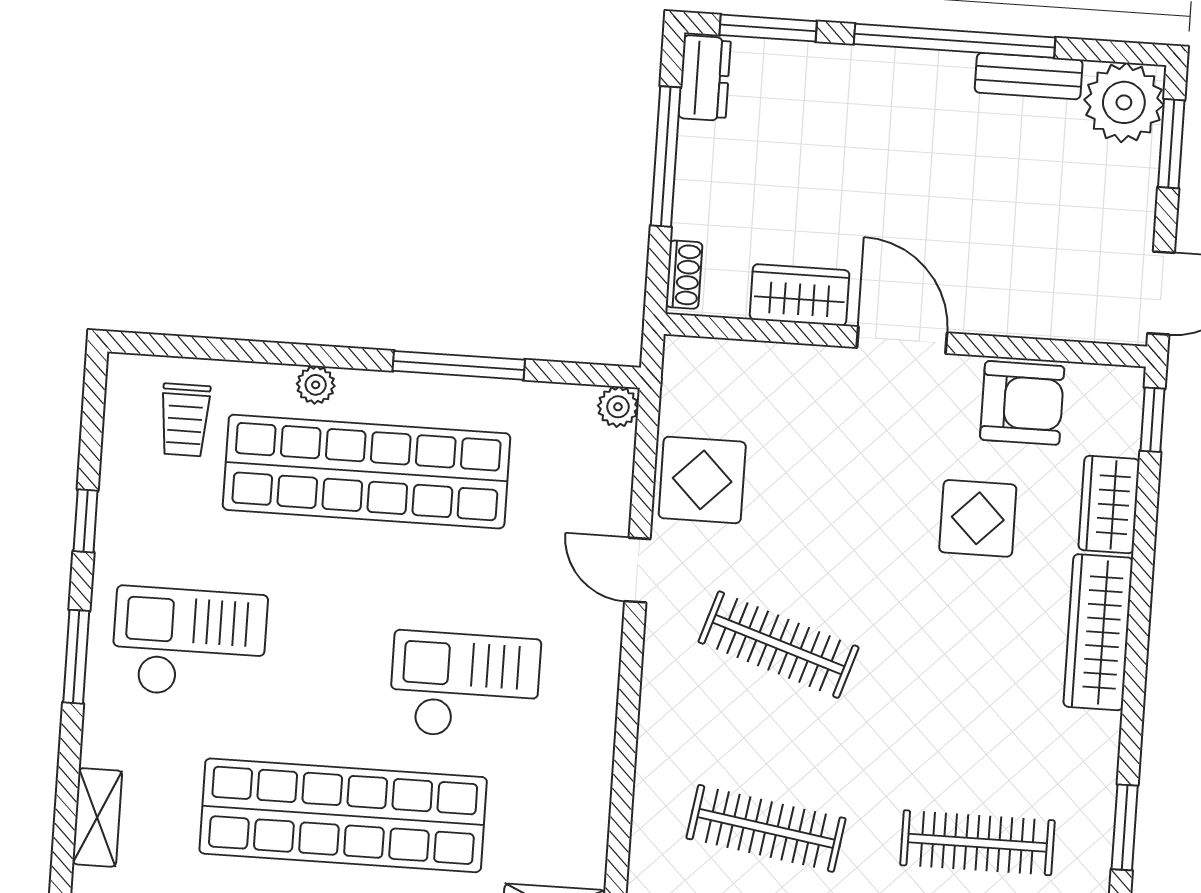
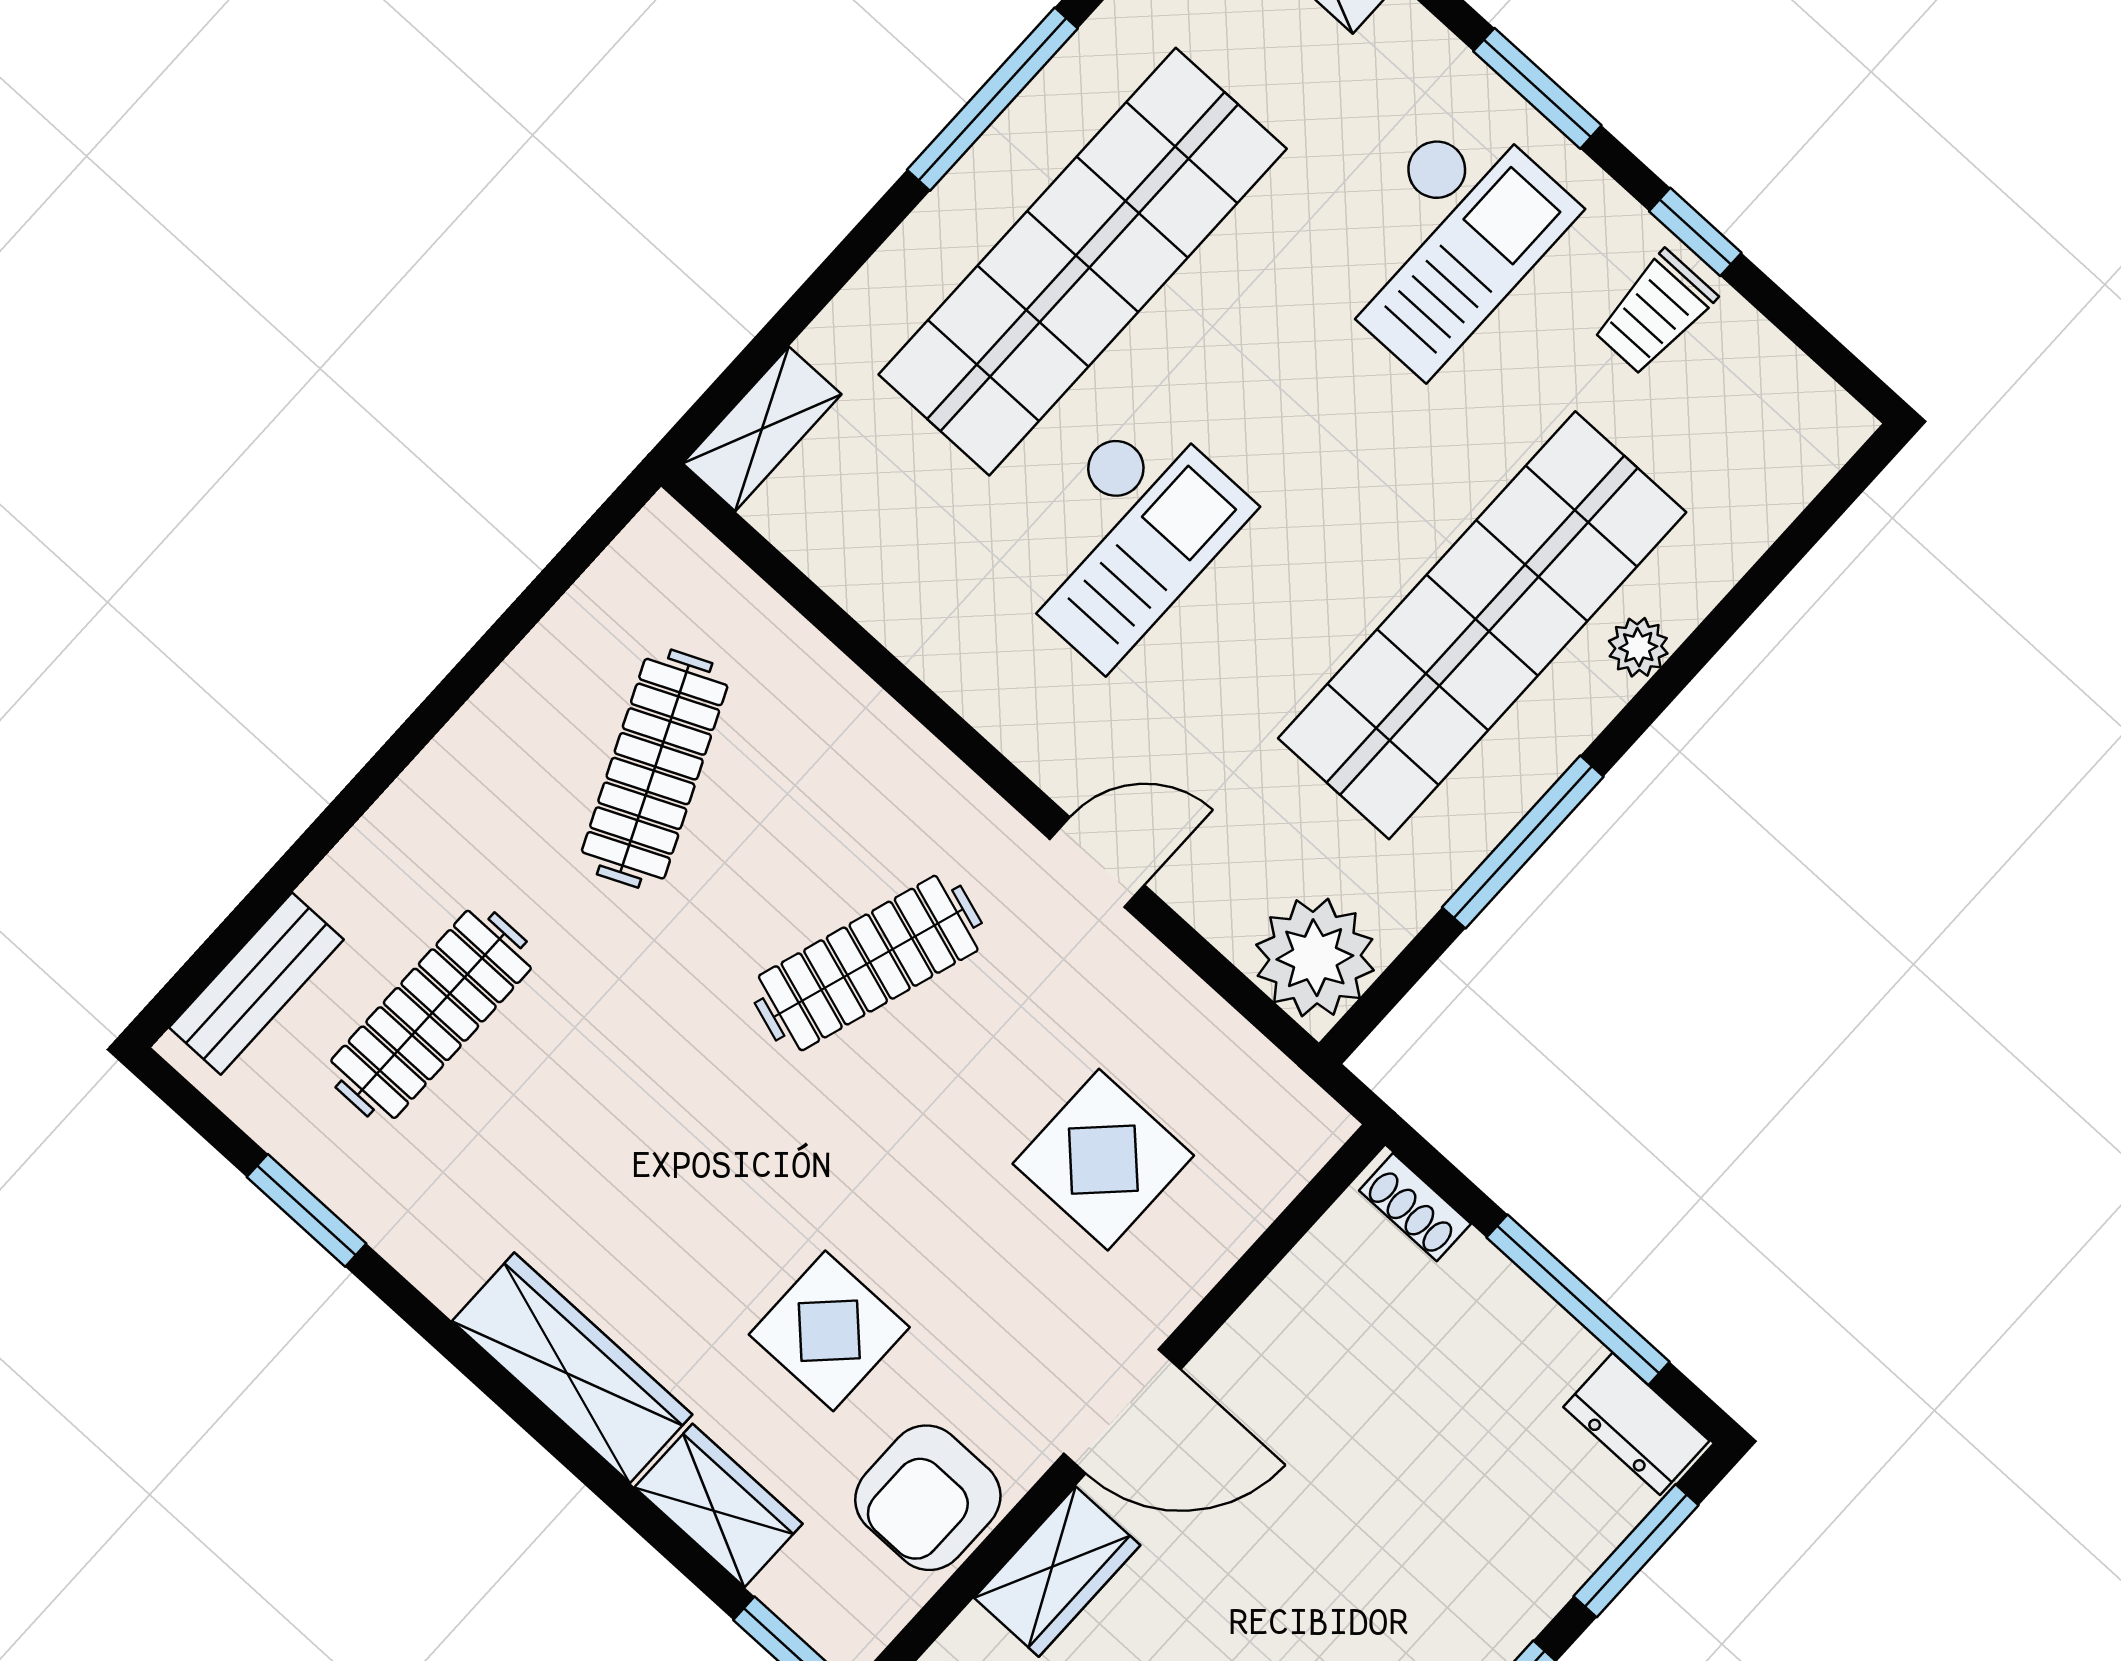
wardrobe: (800, 295) -> (1057, 1572), moved
plant: (618, 407) -> (1315, 958), width x1.88, depth x1.88
trolley: (185, 420) -> (1655, 313), moved, turned -90
display table: (702, 480) -> (1103, 1160), moved
clothes rail: (766, 828) -> (655, 769), turned -33

